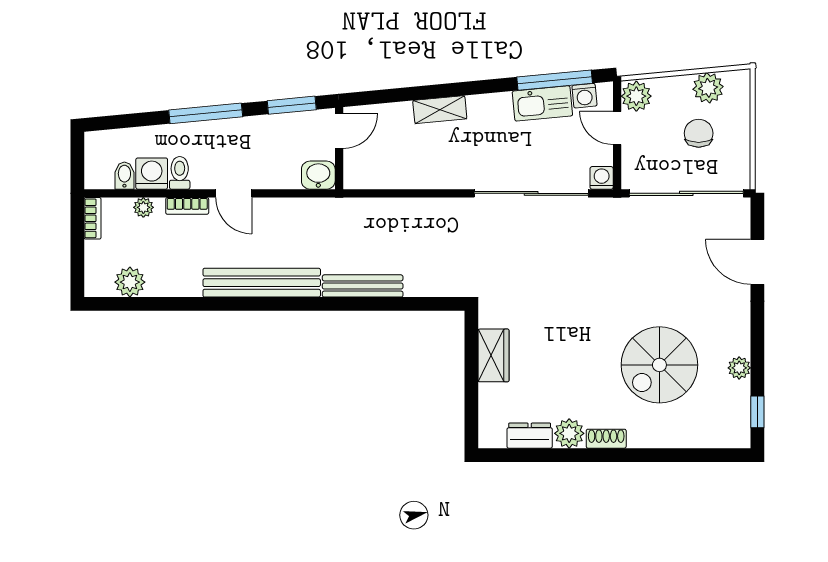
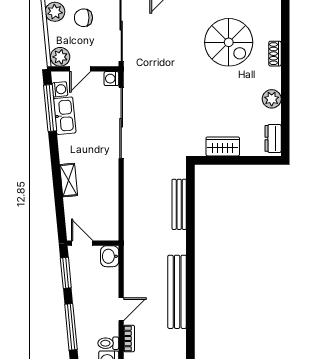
bench: (363, 286) -> (179, 204), moved
dresser: (530, 436) -> (273, 138), moved
shoe rack: (606, 439) -> (275, 54), moved

